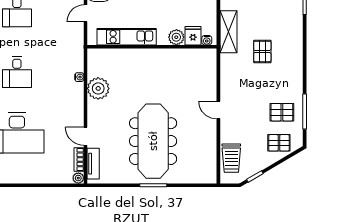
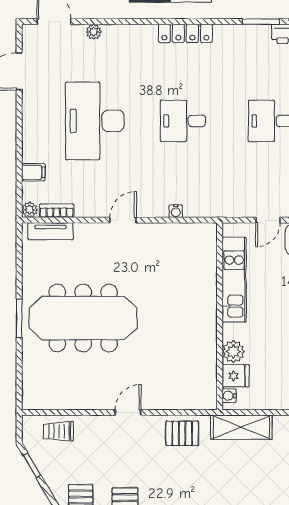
door: (85, 13) -> (268, 220), swing flipped
pallet: (262, 51) -> (182, 433), moved
plant: (98, 88) -> (159, 239), removed
door: (85, 136) -> (123, 220), moved
trolley: (231, 158) -> (58, 431), width x0.73, depth x0.72
filing cabinet: (52, 176) -> (33, 172), added

